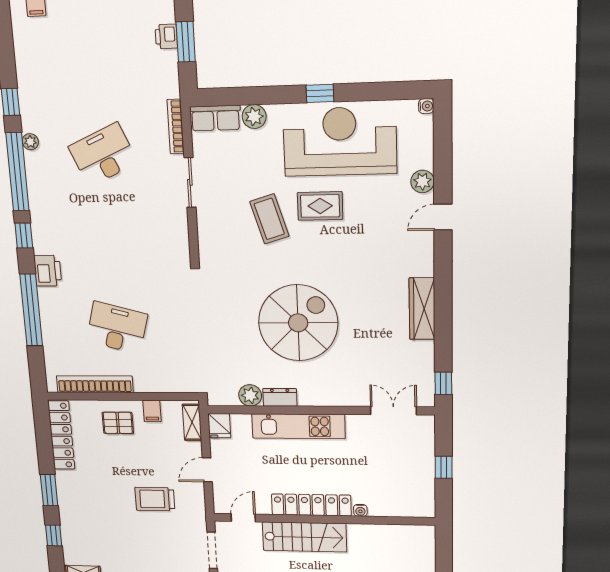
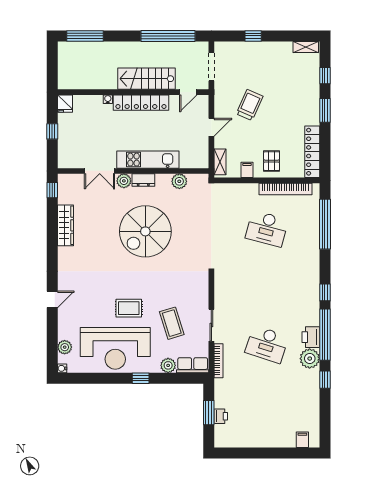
window: (320, 93) -> (141, 378), moved
plant: (30, 142) -> (310, 359), width x1.88, depth x1.88
desk: (103, 155) -> (267, 344), turned 42
plant: (422, 181) -> (65, 347), moved
coffee table: (269, 219) -> (172, 323), moved
printer: (48, 271) -> (311, 337), moved
wardrobe: (422, 309) -> (66, 225), moved
window: (31, 310) -> (325, 224), moved
plant: (333, 396) -> (124, 181), added
dresser: (280, 397) -> (143, 180), moved
double door: (393, 411) -> (100, 171), moved
pallet: (118, 423) -> (272, 161), turned 90
fridge: (219, 426) -> (65, 104), moved, turned 180
trolley: (155, 499) -> (250, 105), turned -66

